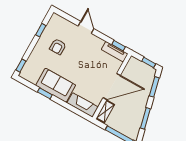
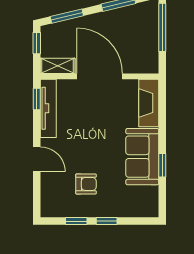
door: (86, 27) -> (37, 159), swing flipped
tv unit: (115, 52) -> (48, 108), width x1.41
window: (21, 66) -> (107, 221), moved
shelving: (105, 111) -> (58, 66), moved

